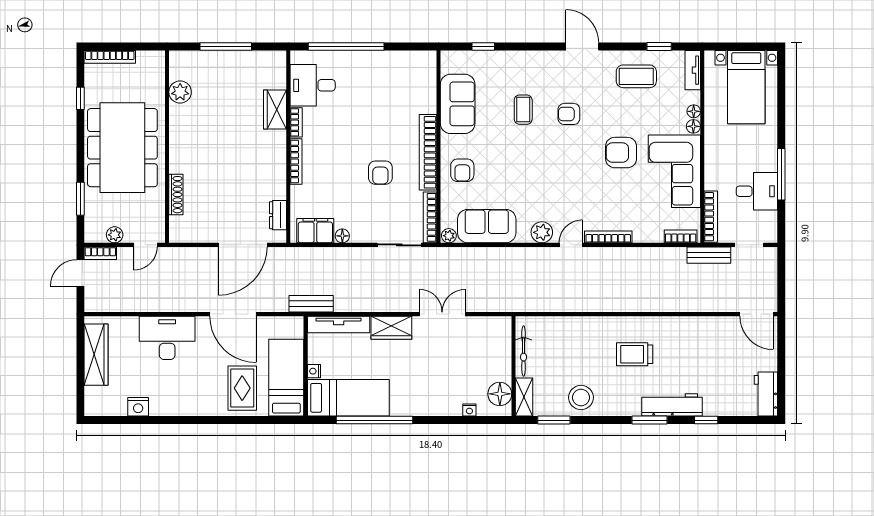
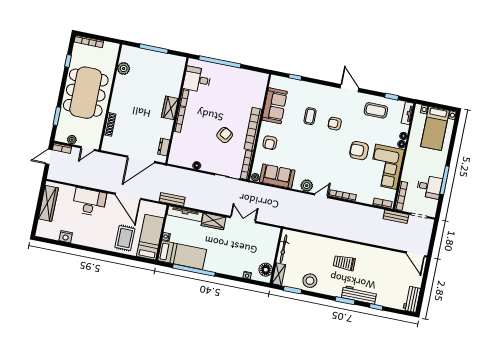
wardrobe: (275, 109) -> (170, 108), moved
armchair: (380, 173) -> (225, 135), turned -150
filing cabinet: (315, 231) -> (183, 160), removed

